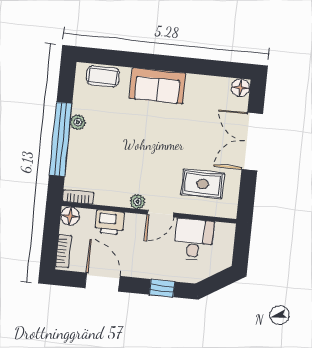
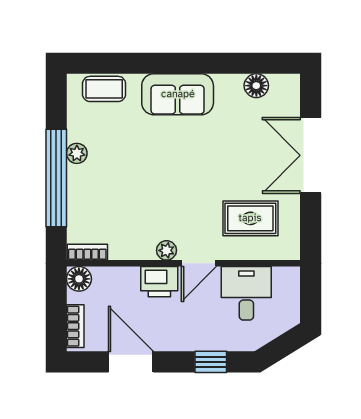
floor lamp: (240, 88) -> (256, 86), moved
printer: (110, 222) -> (159, 282), moved

